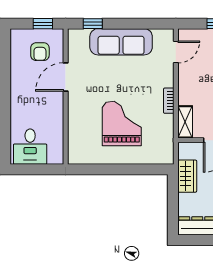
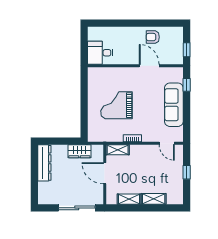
armchair: (40, 52) -> (153, 37), moved
grand piano: (122, 123) -> (116, 105), turned 180
desk: (30, 147) -> (100, 53), moved

